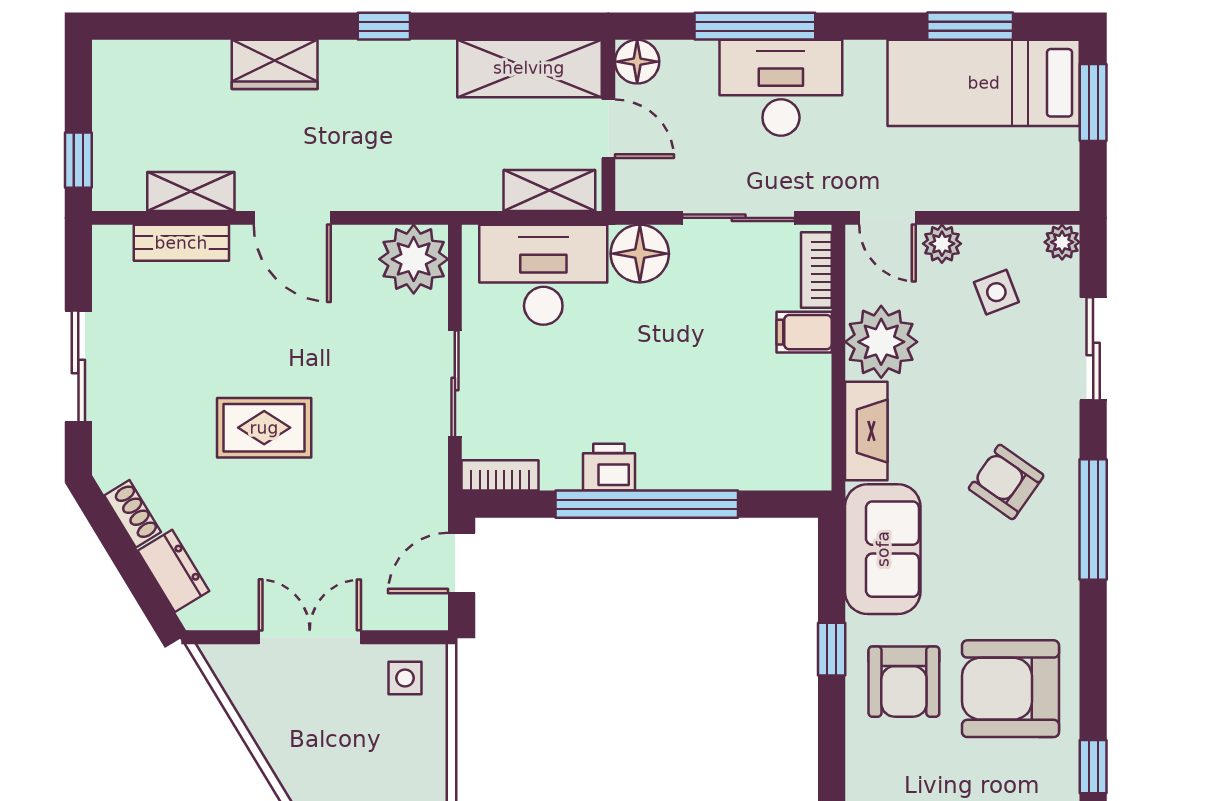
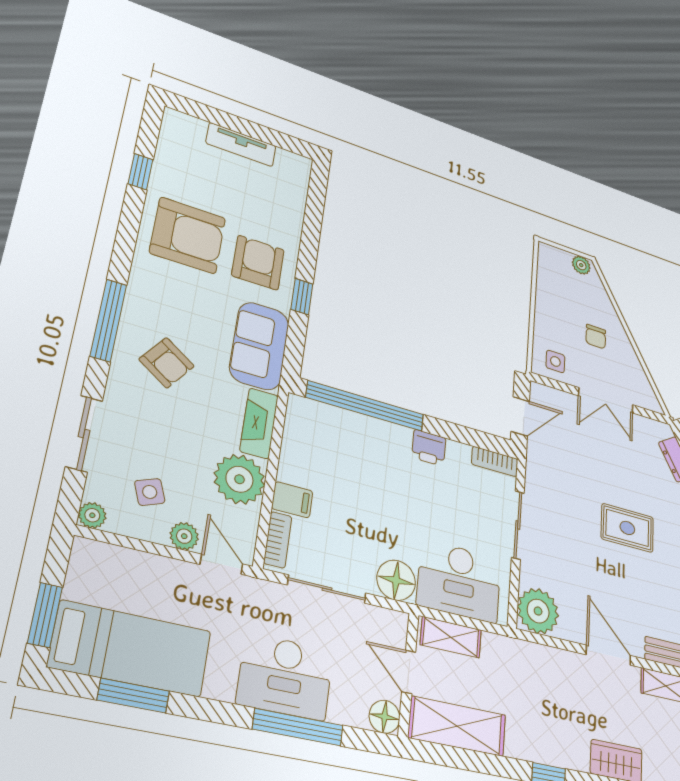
window: (647, 504) -> (365, 406), moved
chair: (332, 748) -> (596, 337), added

